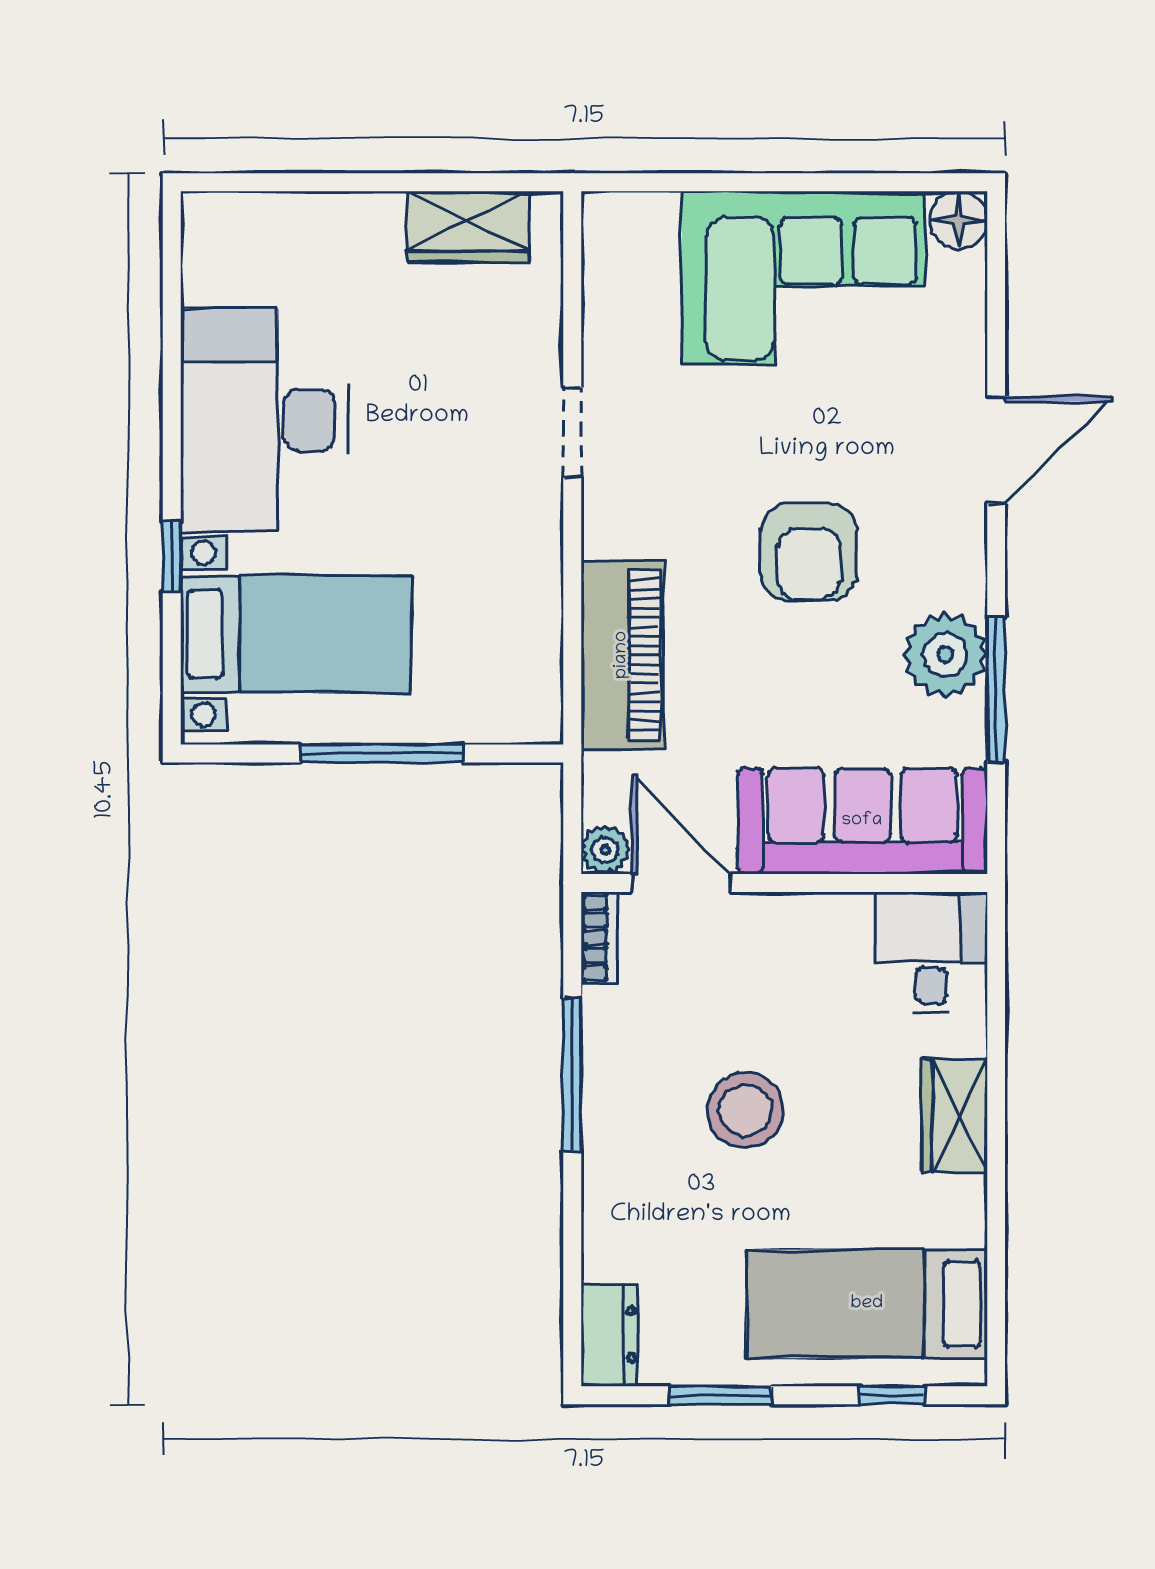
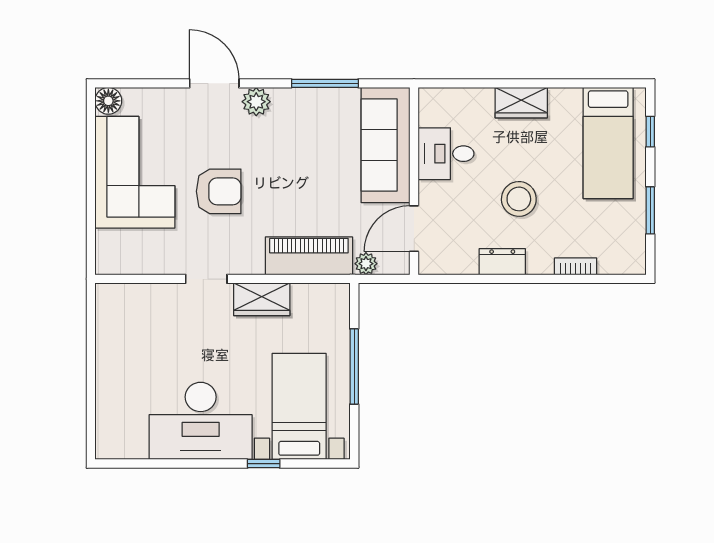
wardrobe: (468, 227) -> (262, 299), moved, turned 90
armchair: (809, 552) -> (219, 191), moved
plant: (945, 655) -> (256, 102), moved, width x0.73, depth x0.73
plant: (605, 850) -> (366, 264), moved
bookcase: (599, 938) -> (576, 266), moved
desk: (931, 952) -> (446, 154), moved
window: (572, 1075) -> (502, 279), removed
dresser: (609, 1334) -> (502, 262), moved

